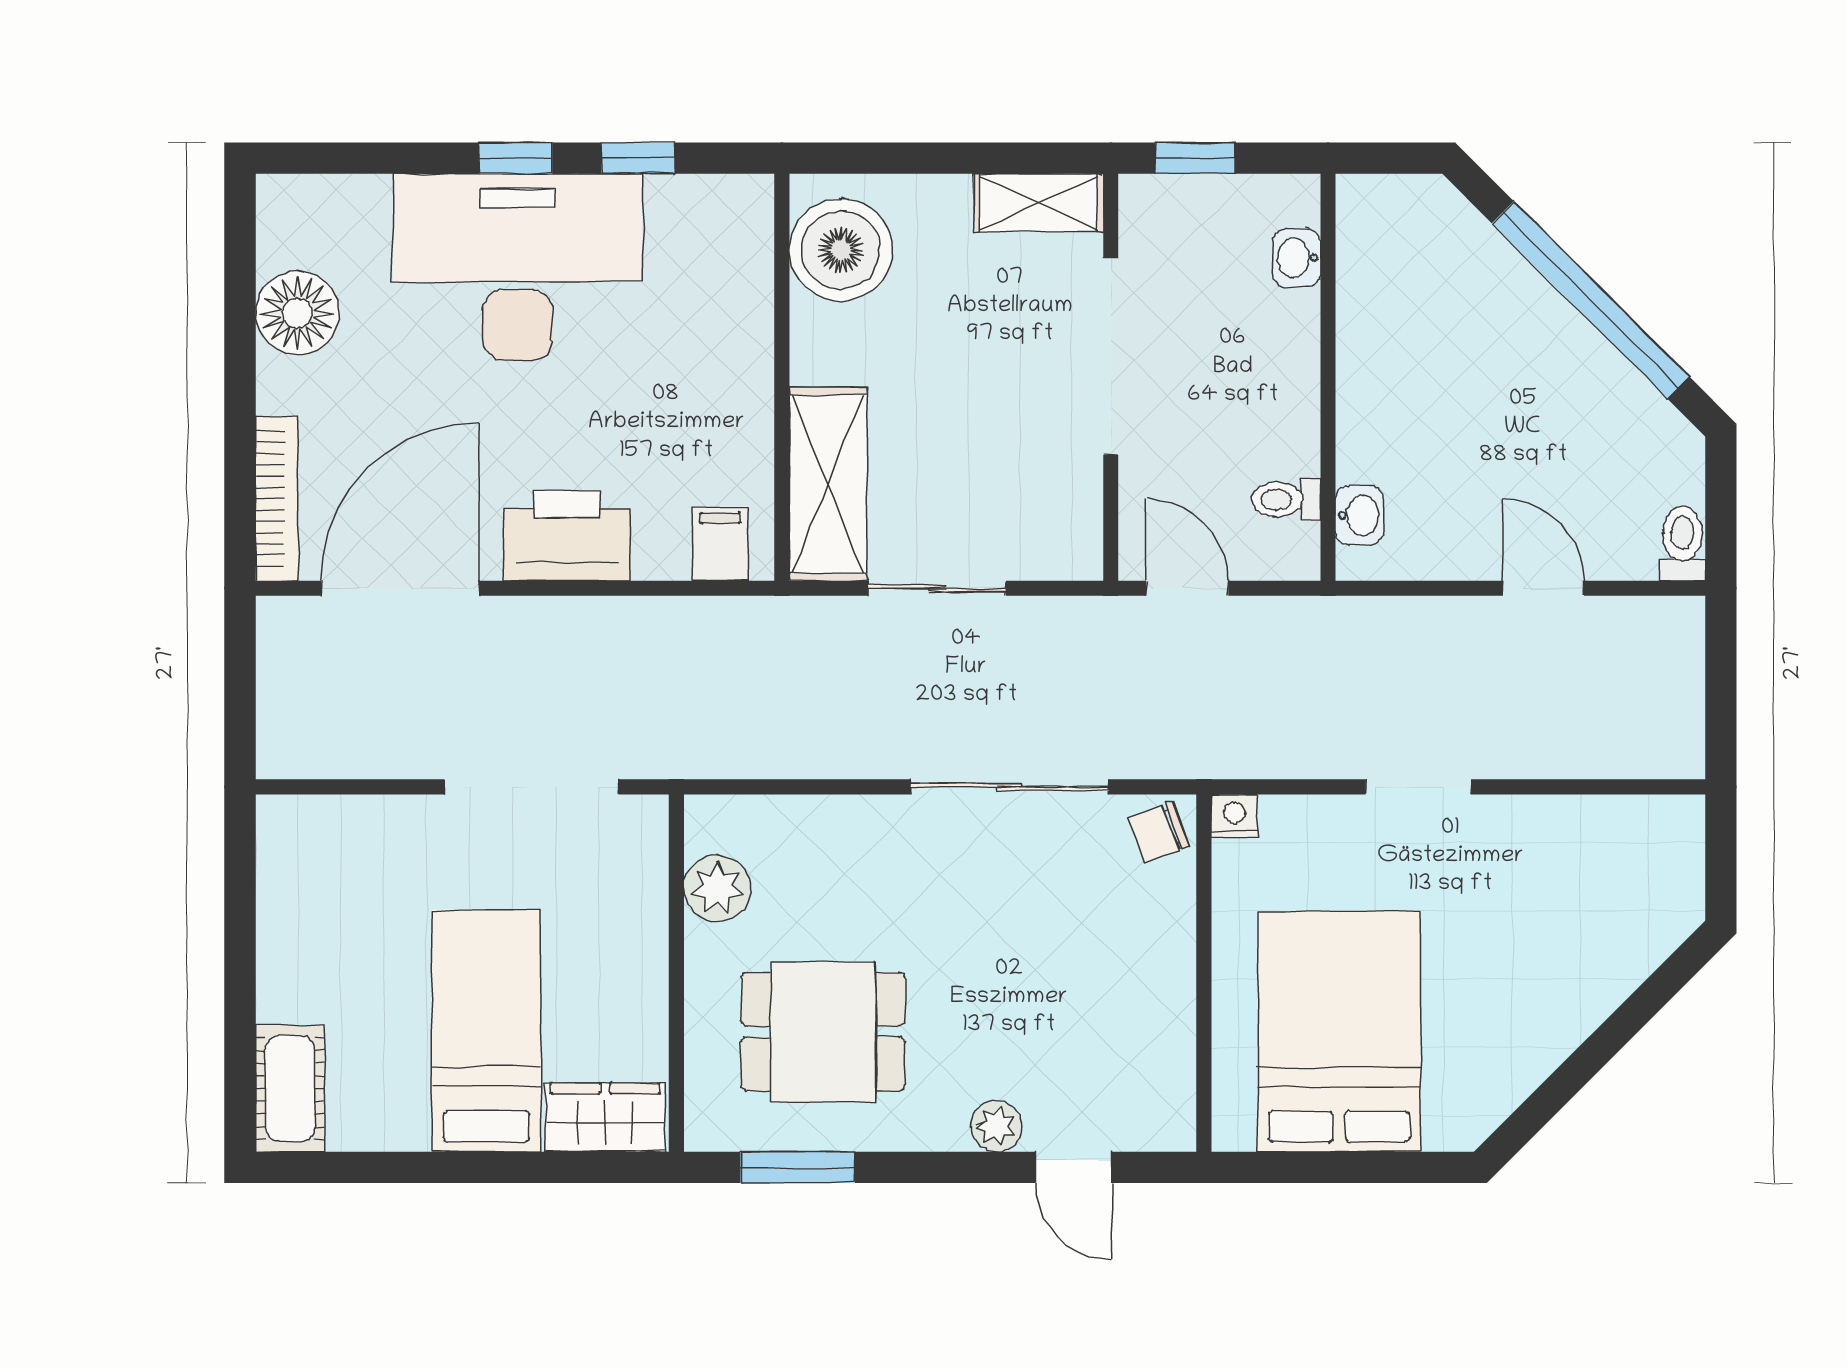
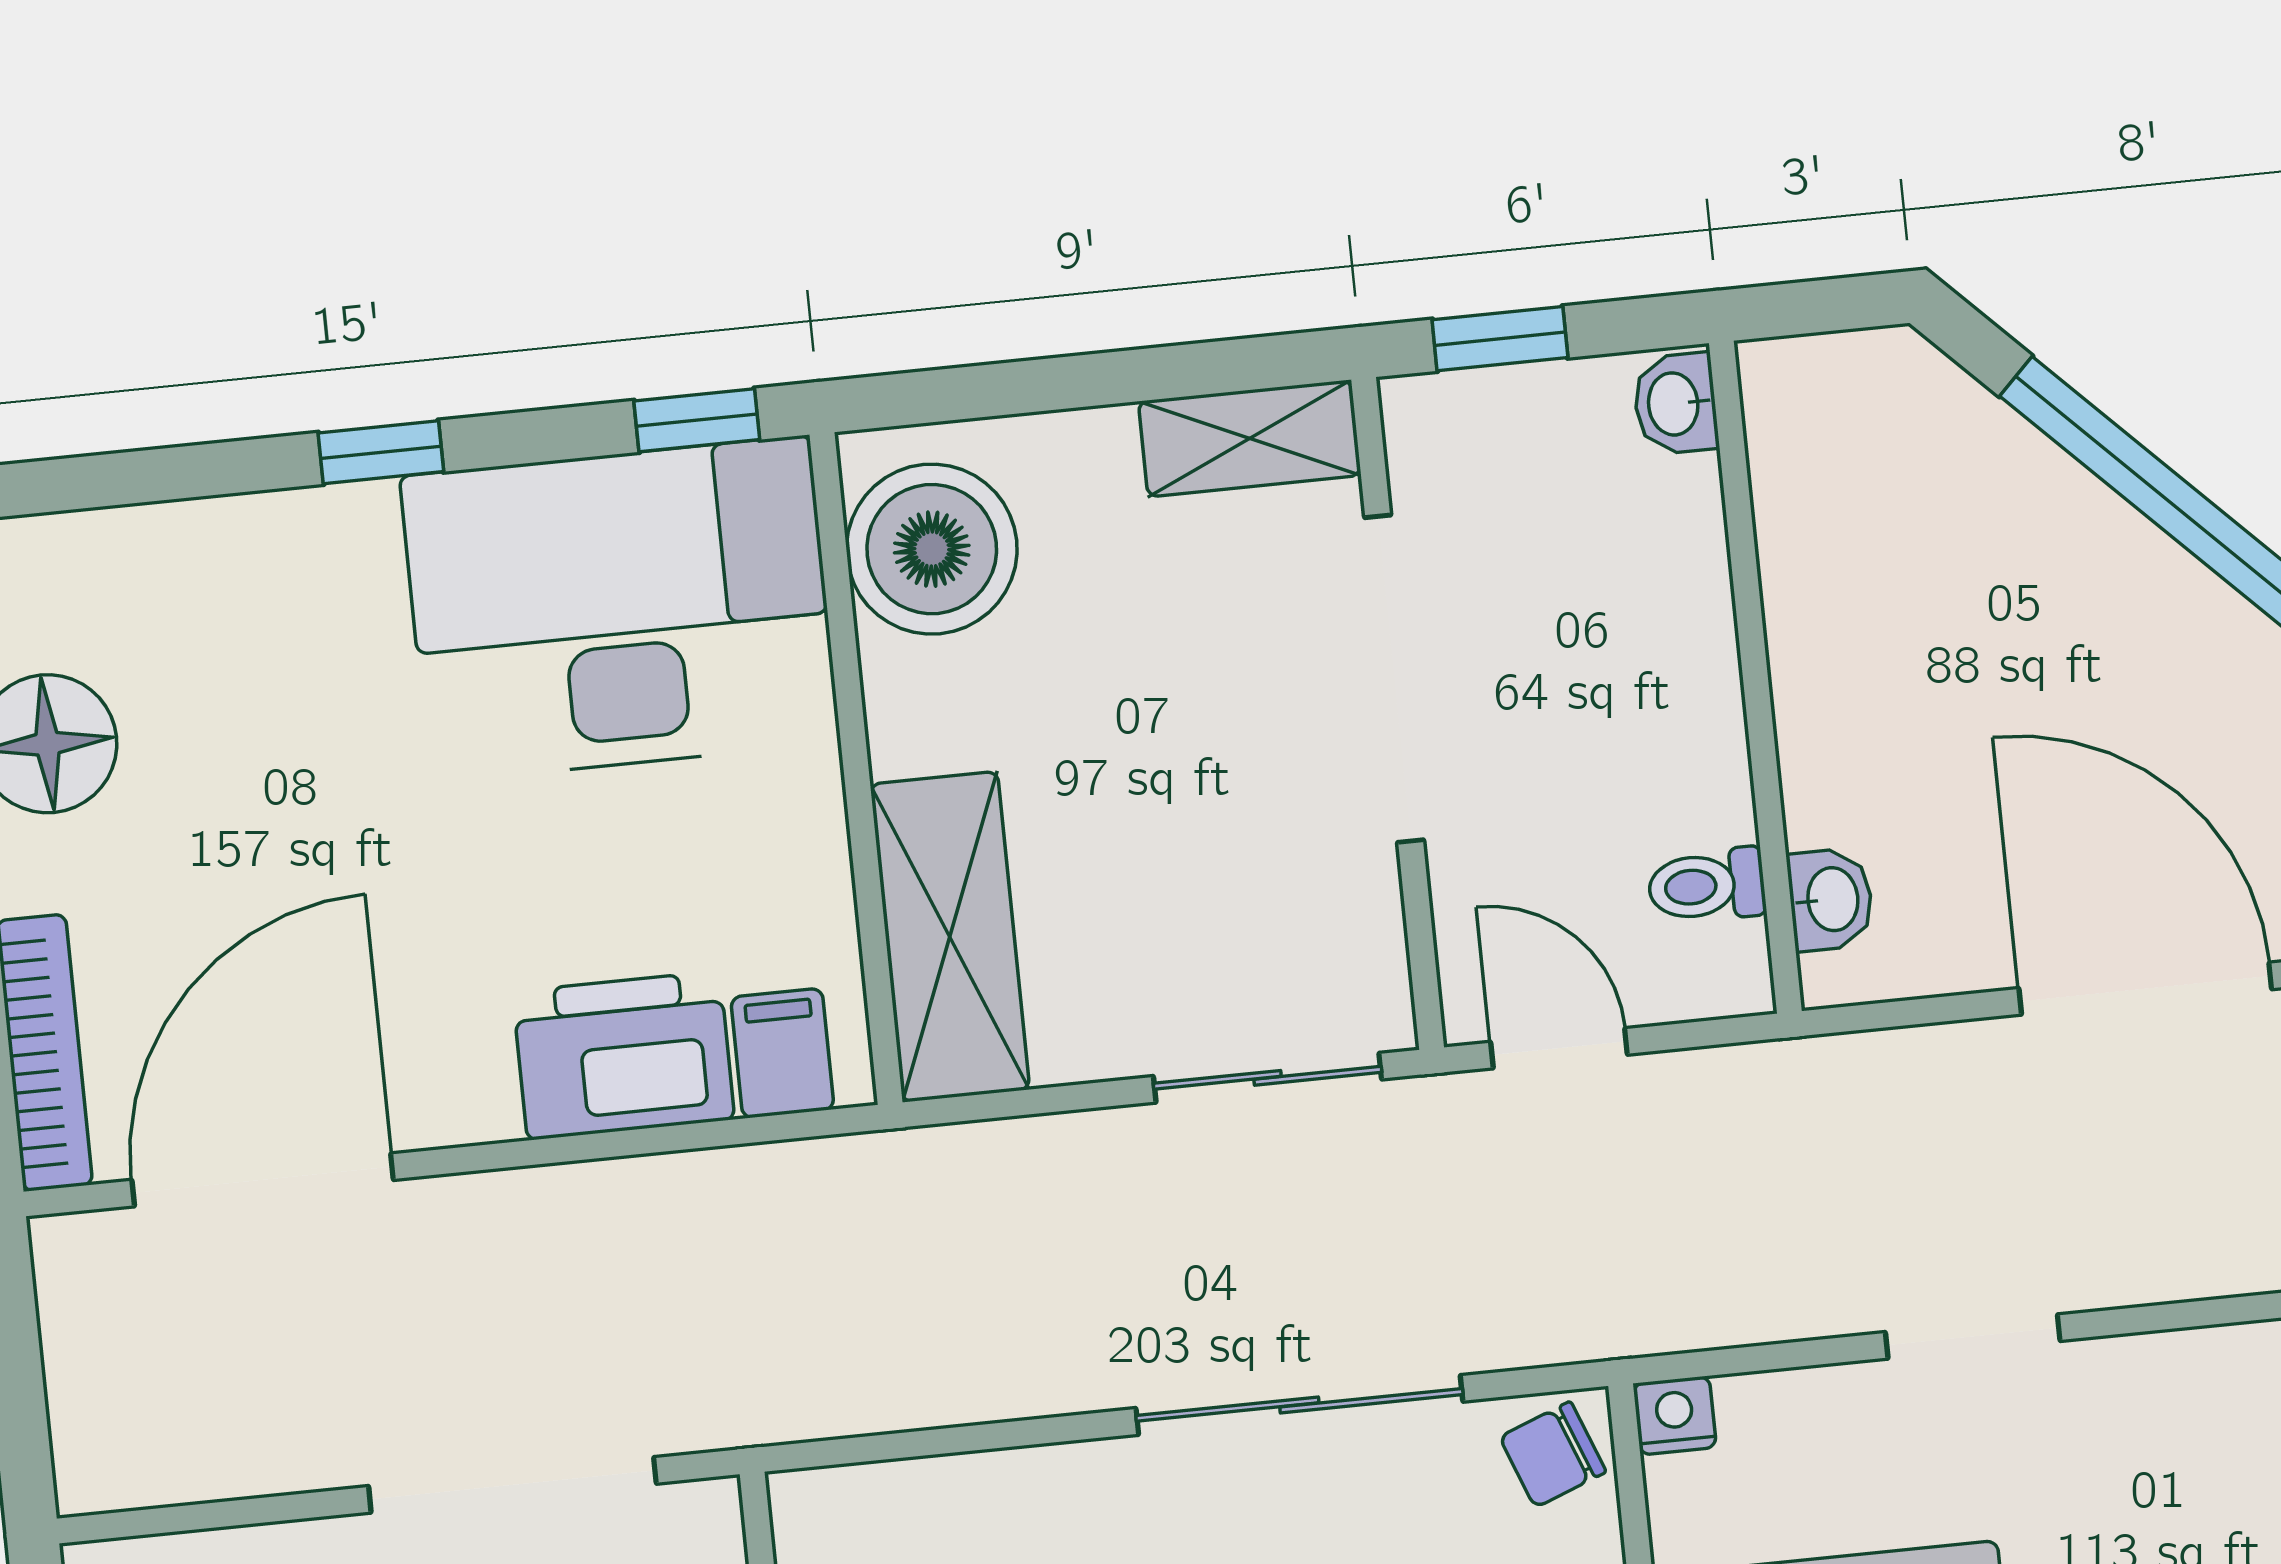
window: (638, 158) -> (697, 420), moved
washbasin: (1297, 258) -> (1676, 404), moved
desk: (518, 267) -> (620, 609), moved
printer: (567, 536) -> (624, 1056), moved
sliding door: (937, 588) -> (1268, 1078), moved
door: (1543, 588) -> (2145, 989), width x1.88

